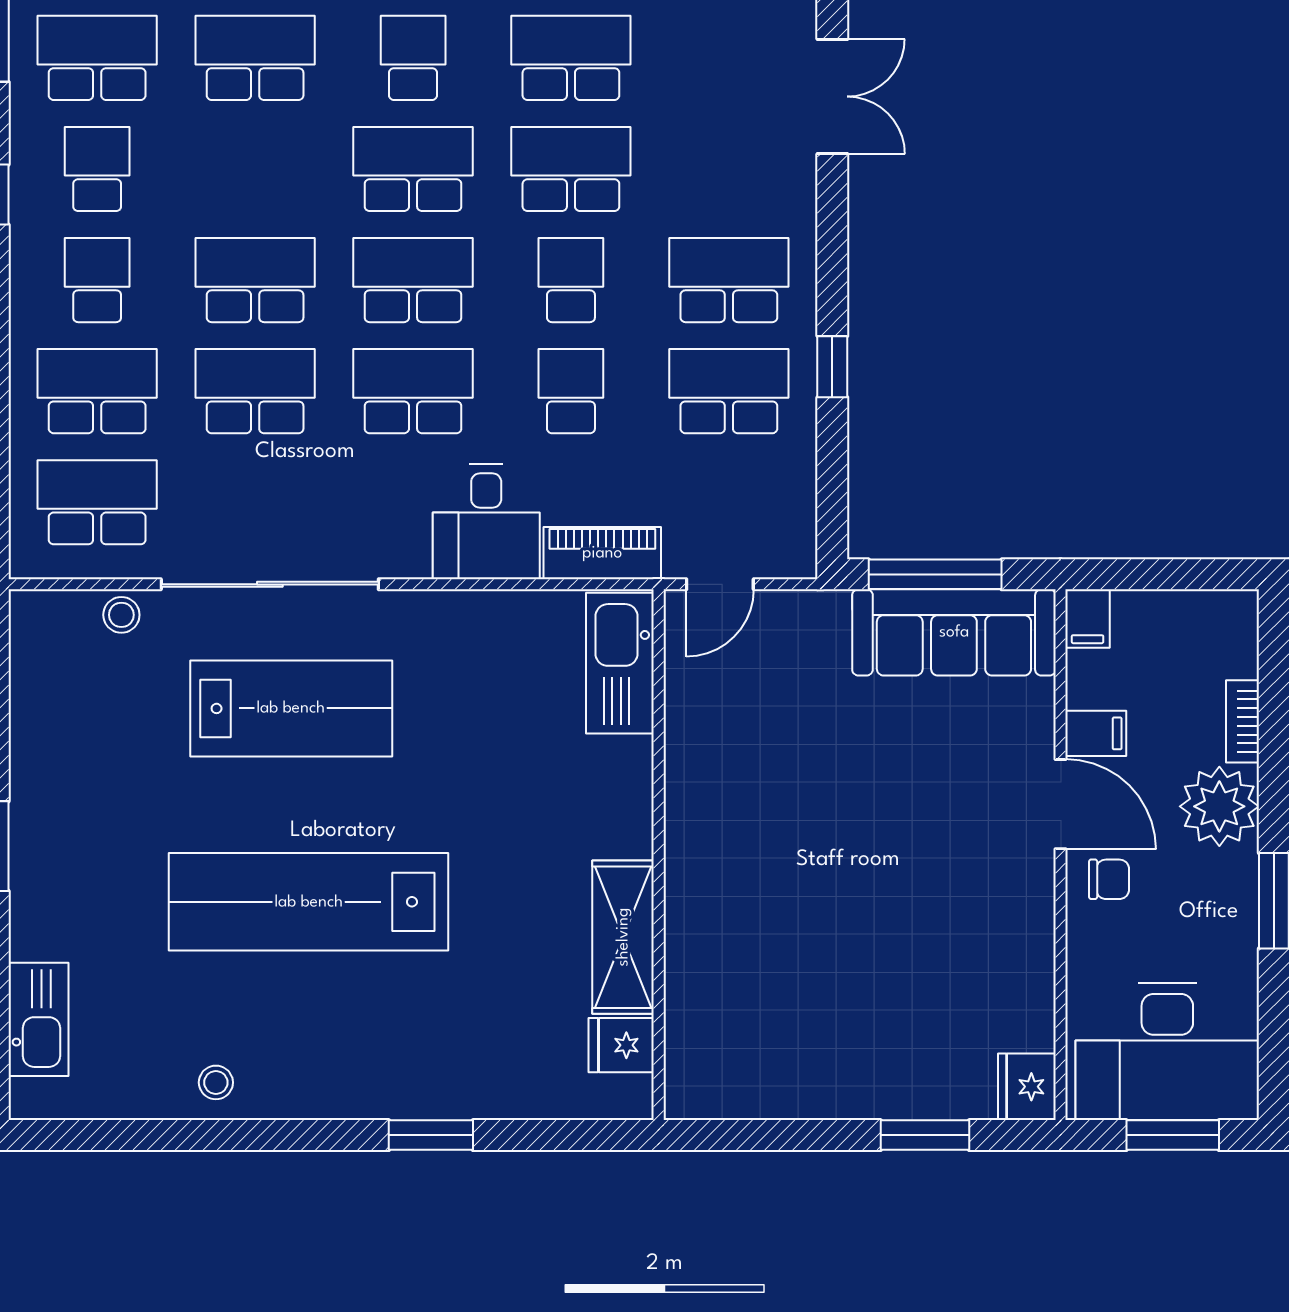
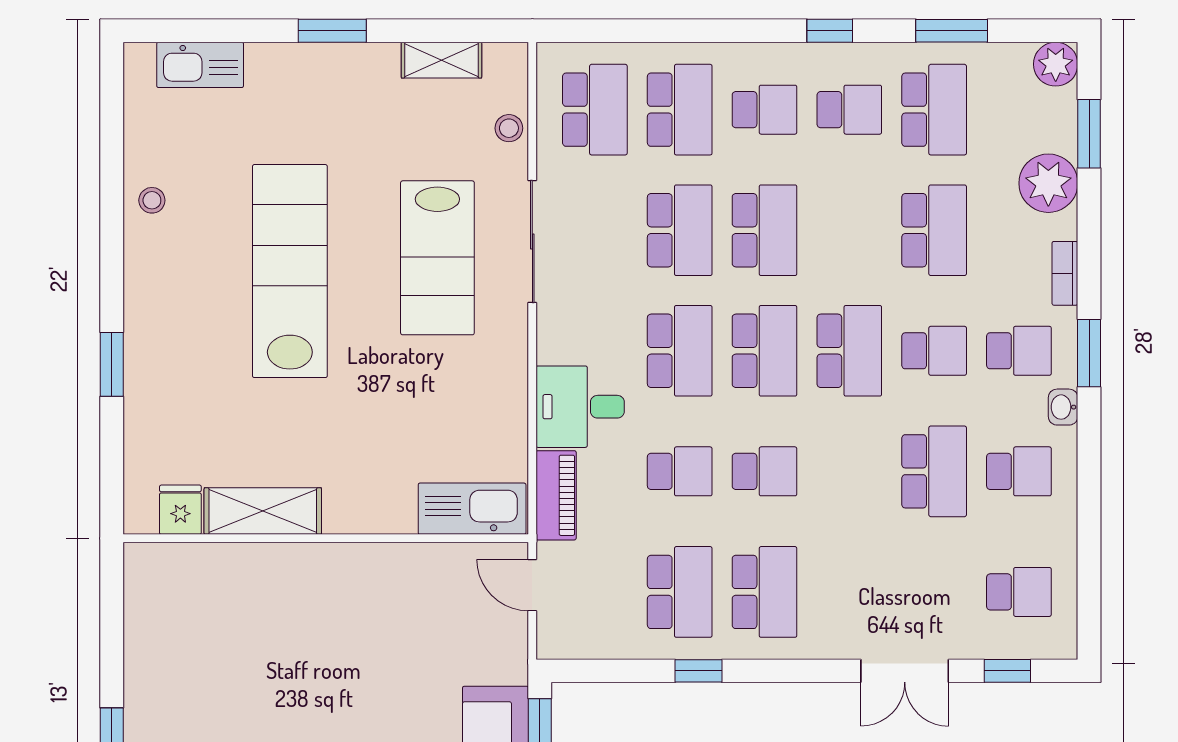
school desk: (571, 169) -> (849, 471), removed
sliding door: (270, 584) -> (532, 241), width x0.73
shelving: (32, 703) -> (441, 60), added

